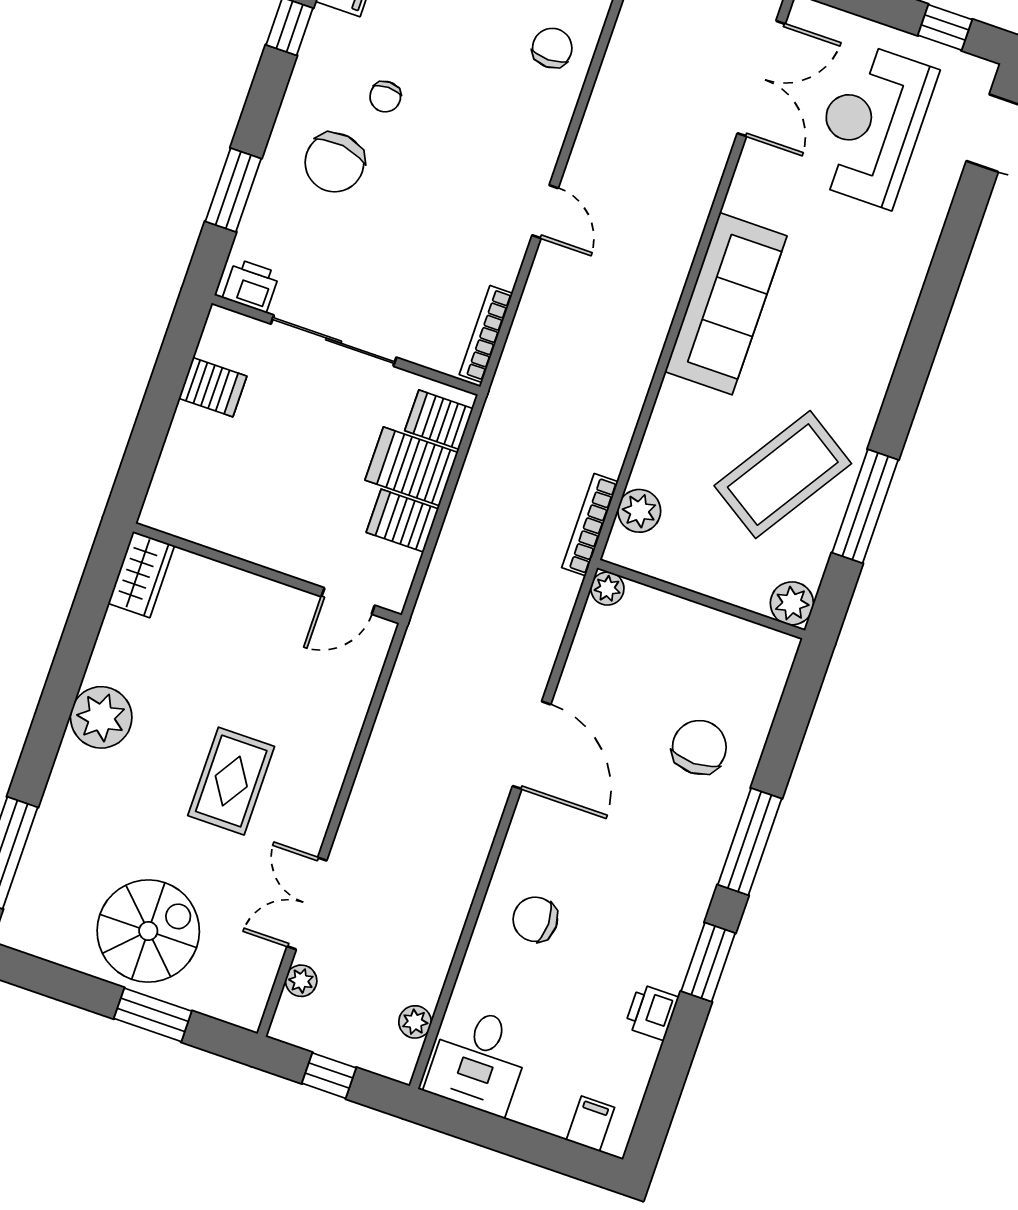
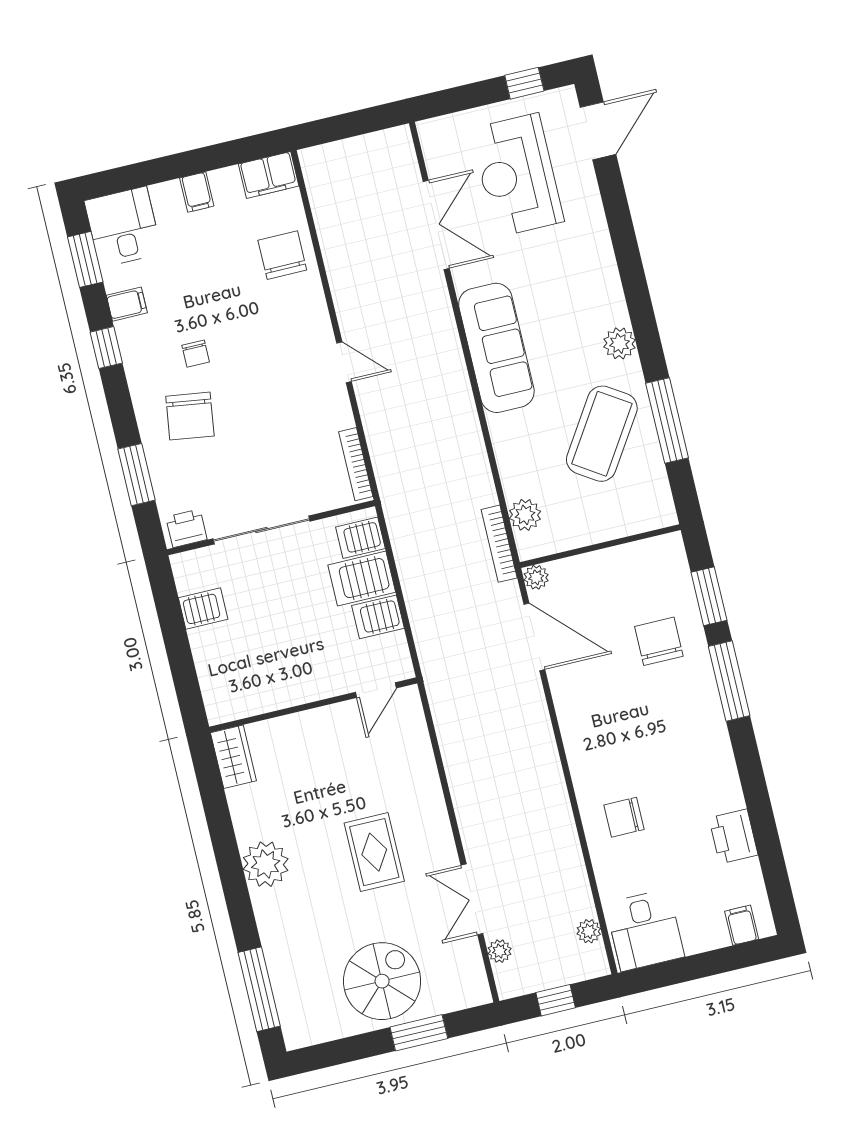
chair: (552, 48) -> (282, 255), width x1.37, depth x1.37
double door: (761, 79) -> (436, 225), moved
plant: (792, 603) -> (620, 343), moved
door: (532, 745) -> (534, 637), moved
window: (708, 962) -> (709, 596), moved
printer: (652, 1012) -> (733, 836), width x1.36, depth x1.24

